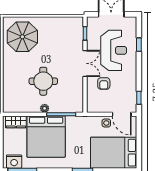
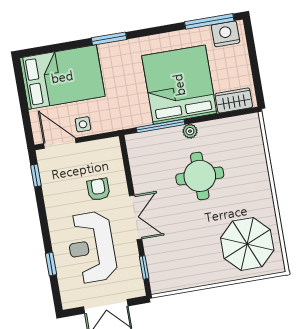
double door: (85, 63) -> (136, 217), swing flipped

